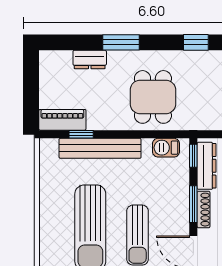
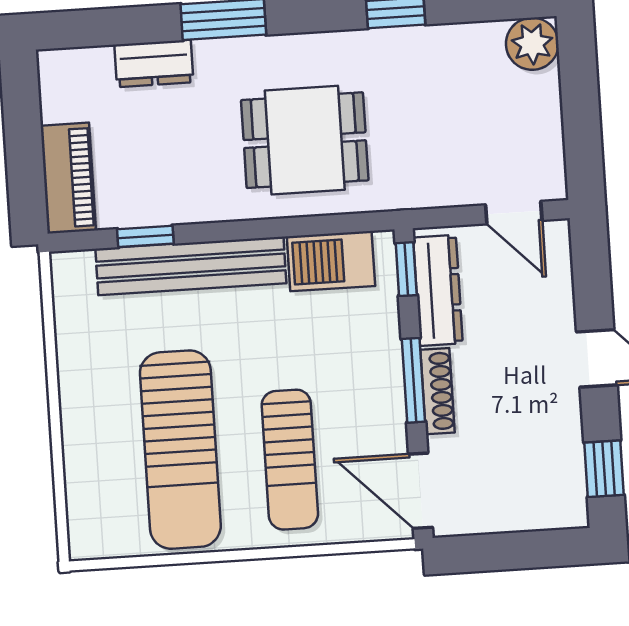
dining table: (153, 97) -> (305, 140), turned 90
piano: (62, 120) -> (68, 178), moved, turned 90
barbecue: (166, 148) -> (331, 261), width x1.38, depth x1.27

